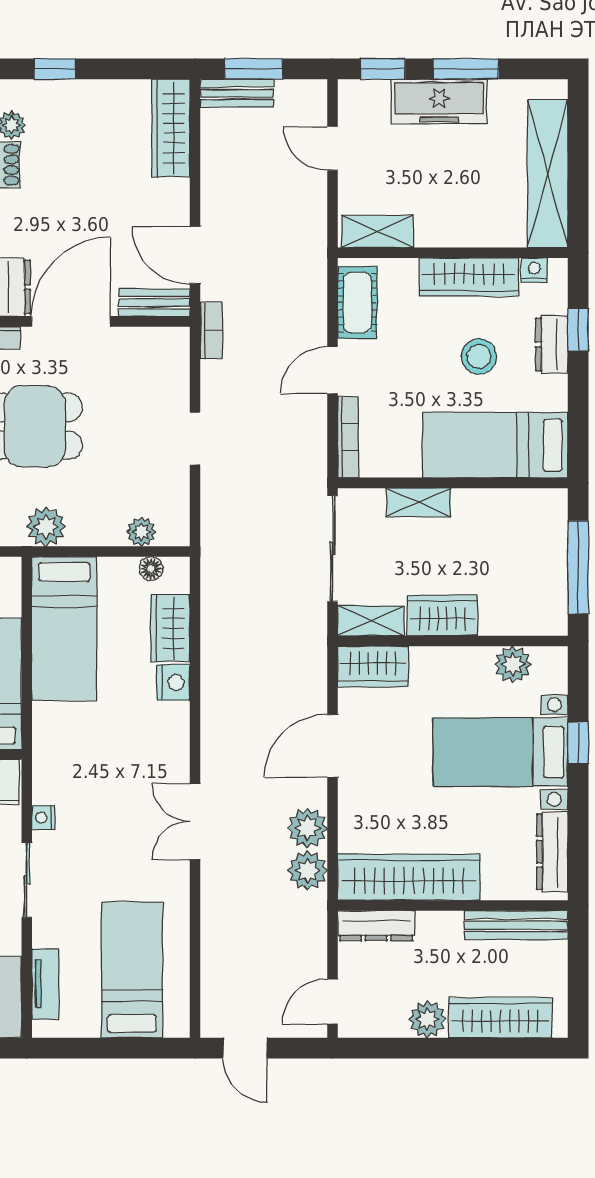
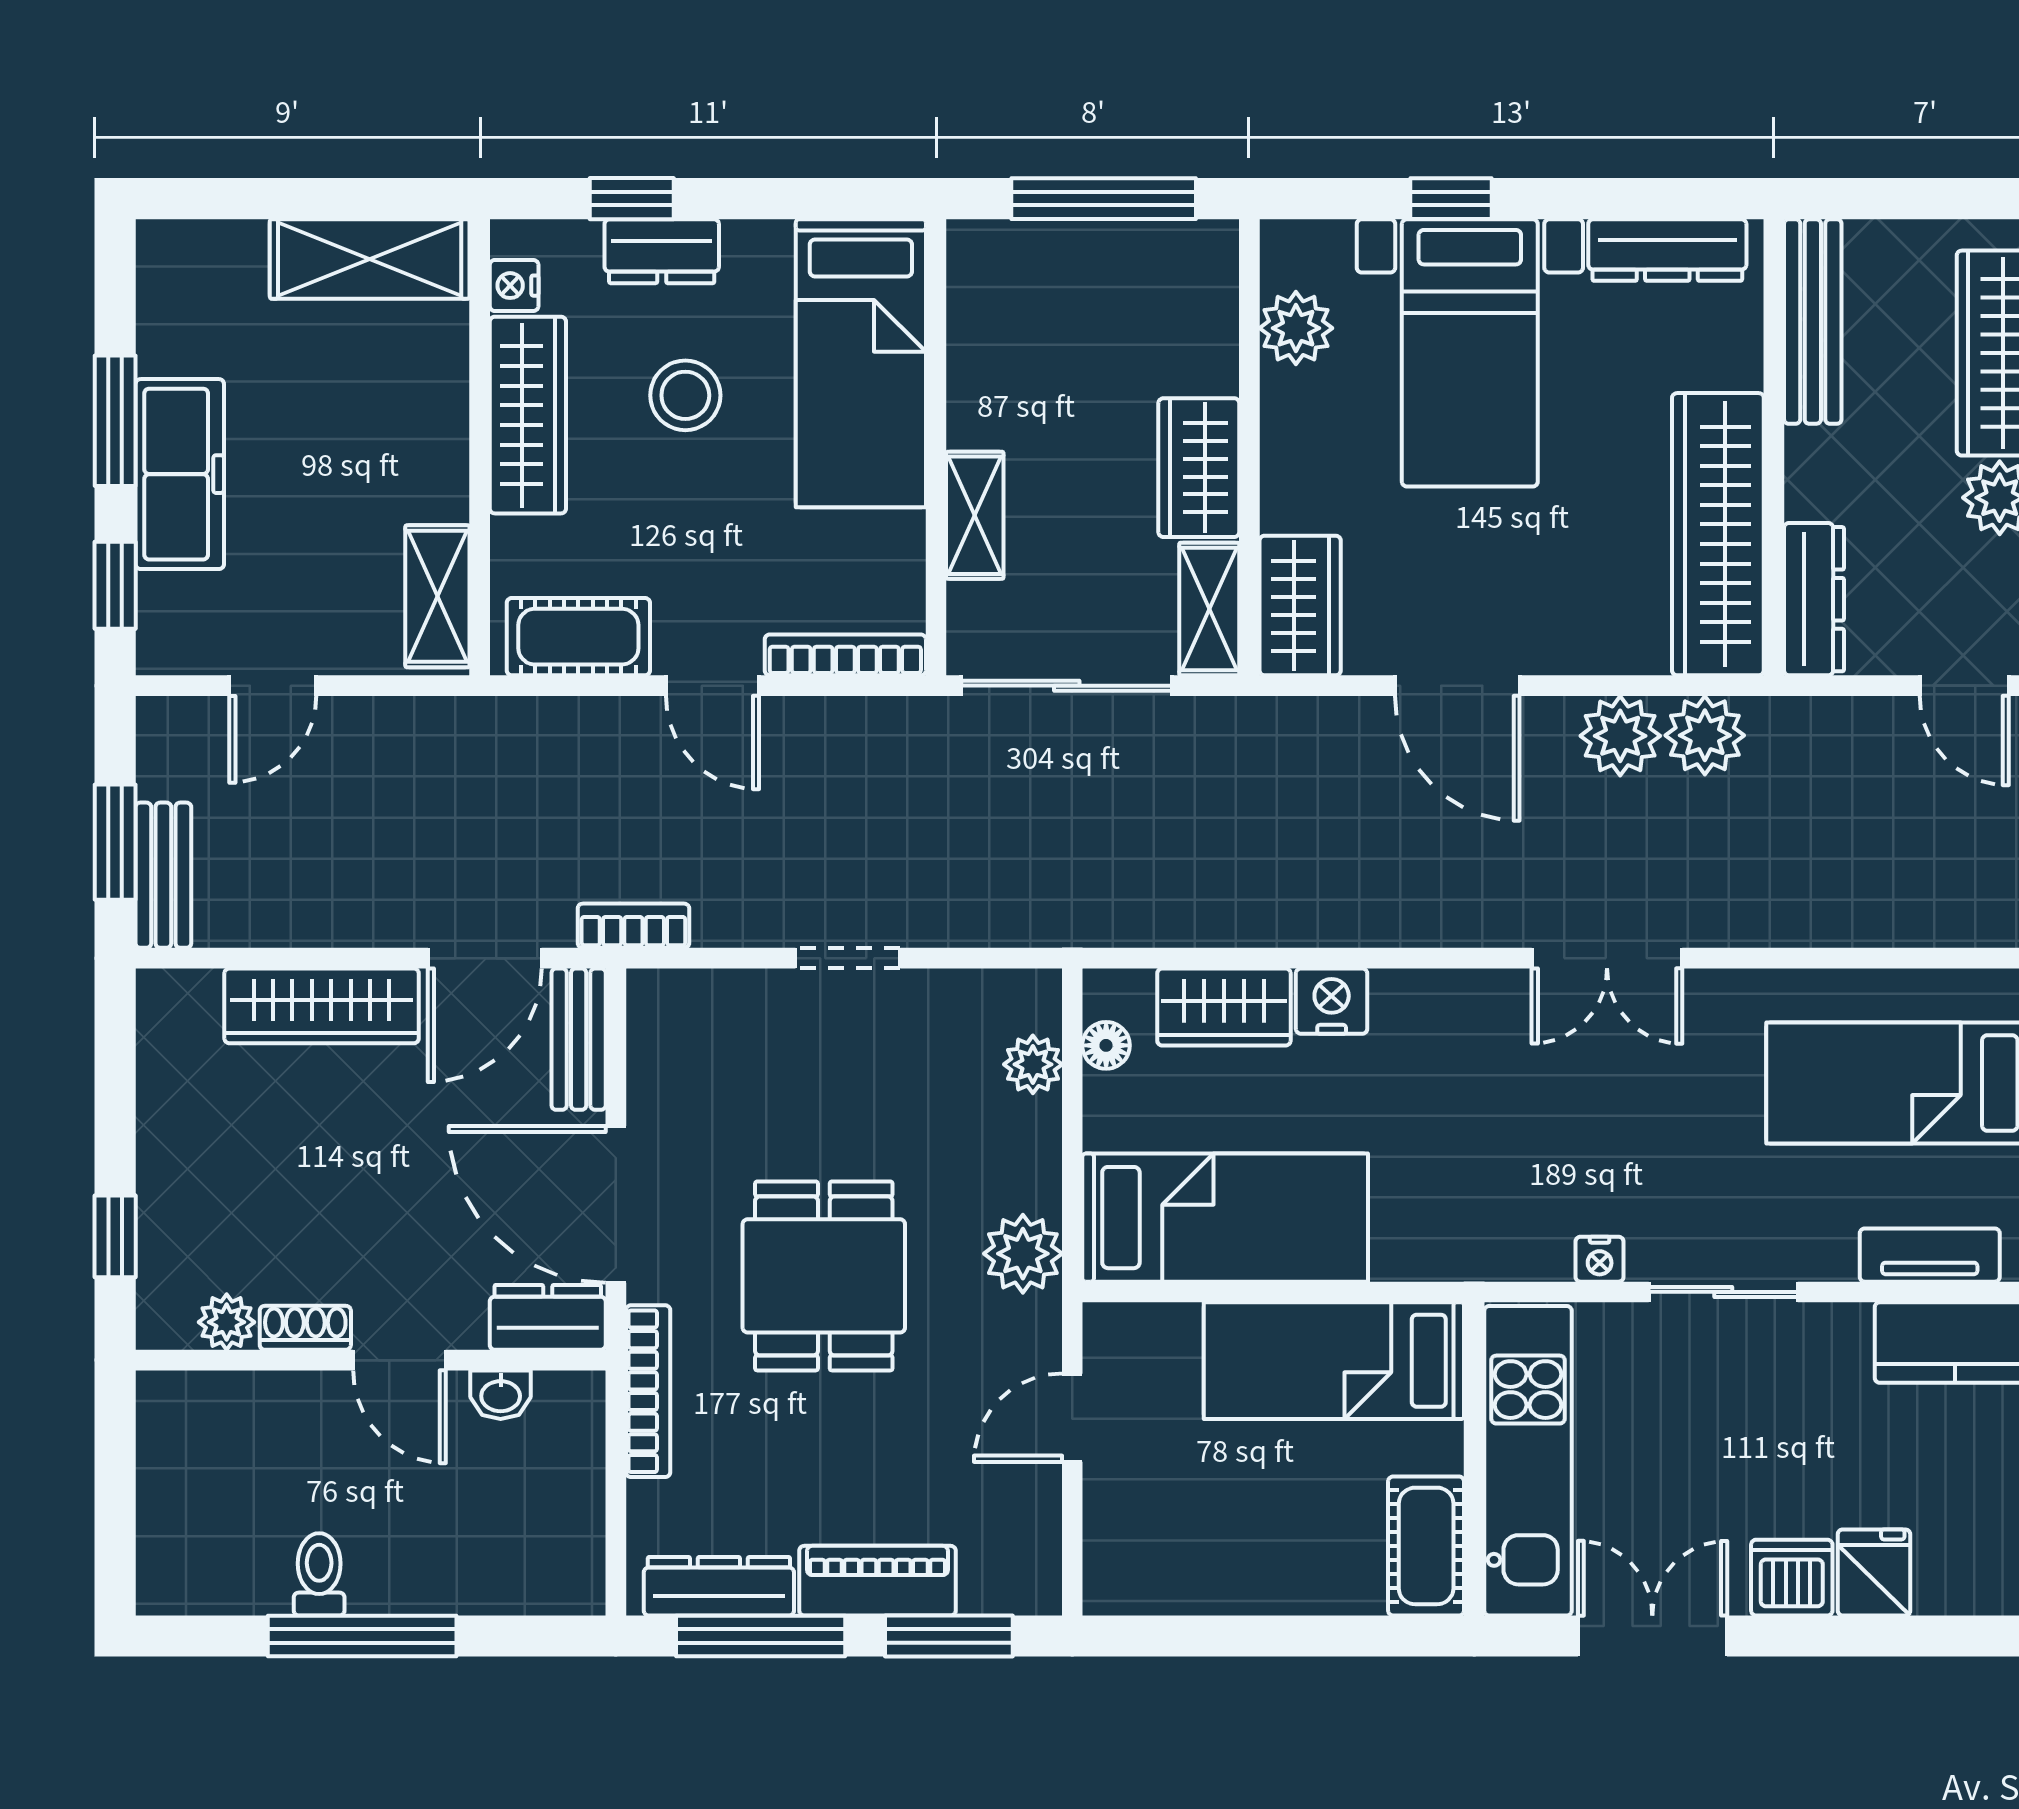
wardrobe: (171, 128) -> (322, 1006), moved
shelving: (548, 174) -> (370, 259), width x0.68

